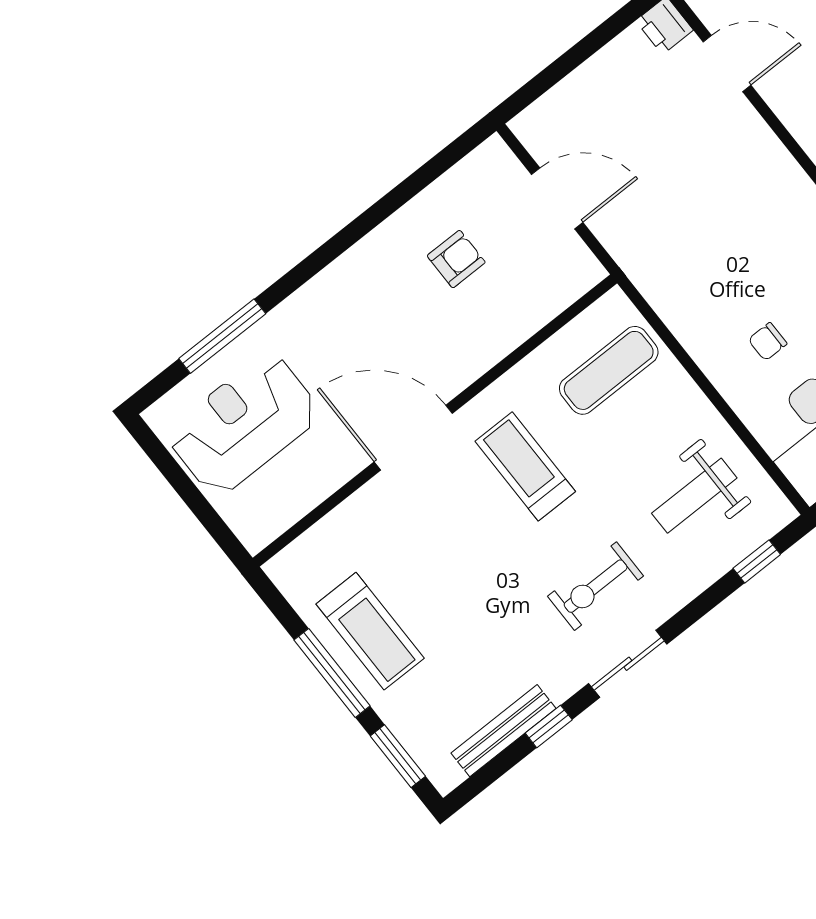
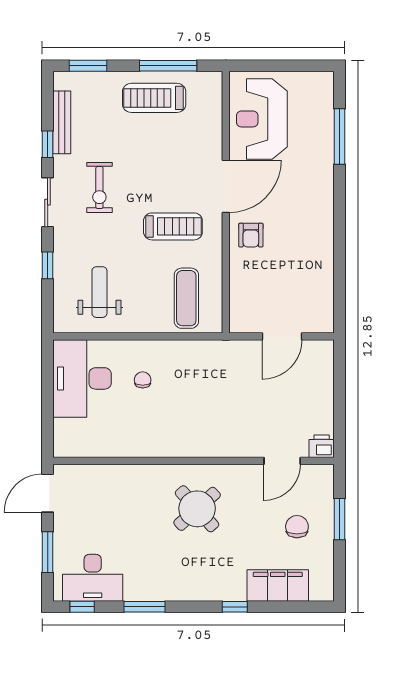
armchair: (456, 259) -> (251, 235), moved
reception desk: (244, 424) -> (262, 119), moved, turned 180
window: (757, 561) -> (48, 265), moved
exercise bike: (596, 586) -> (99, 188), moved, turned 180
window: (332, 673) -> (168, 66), moved

